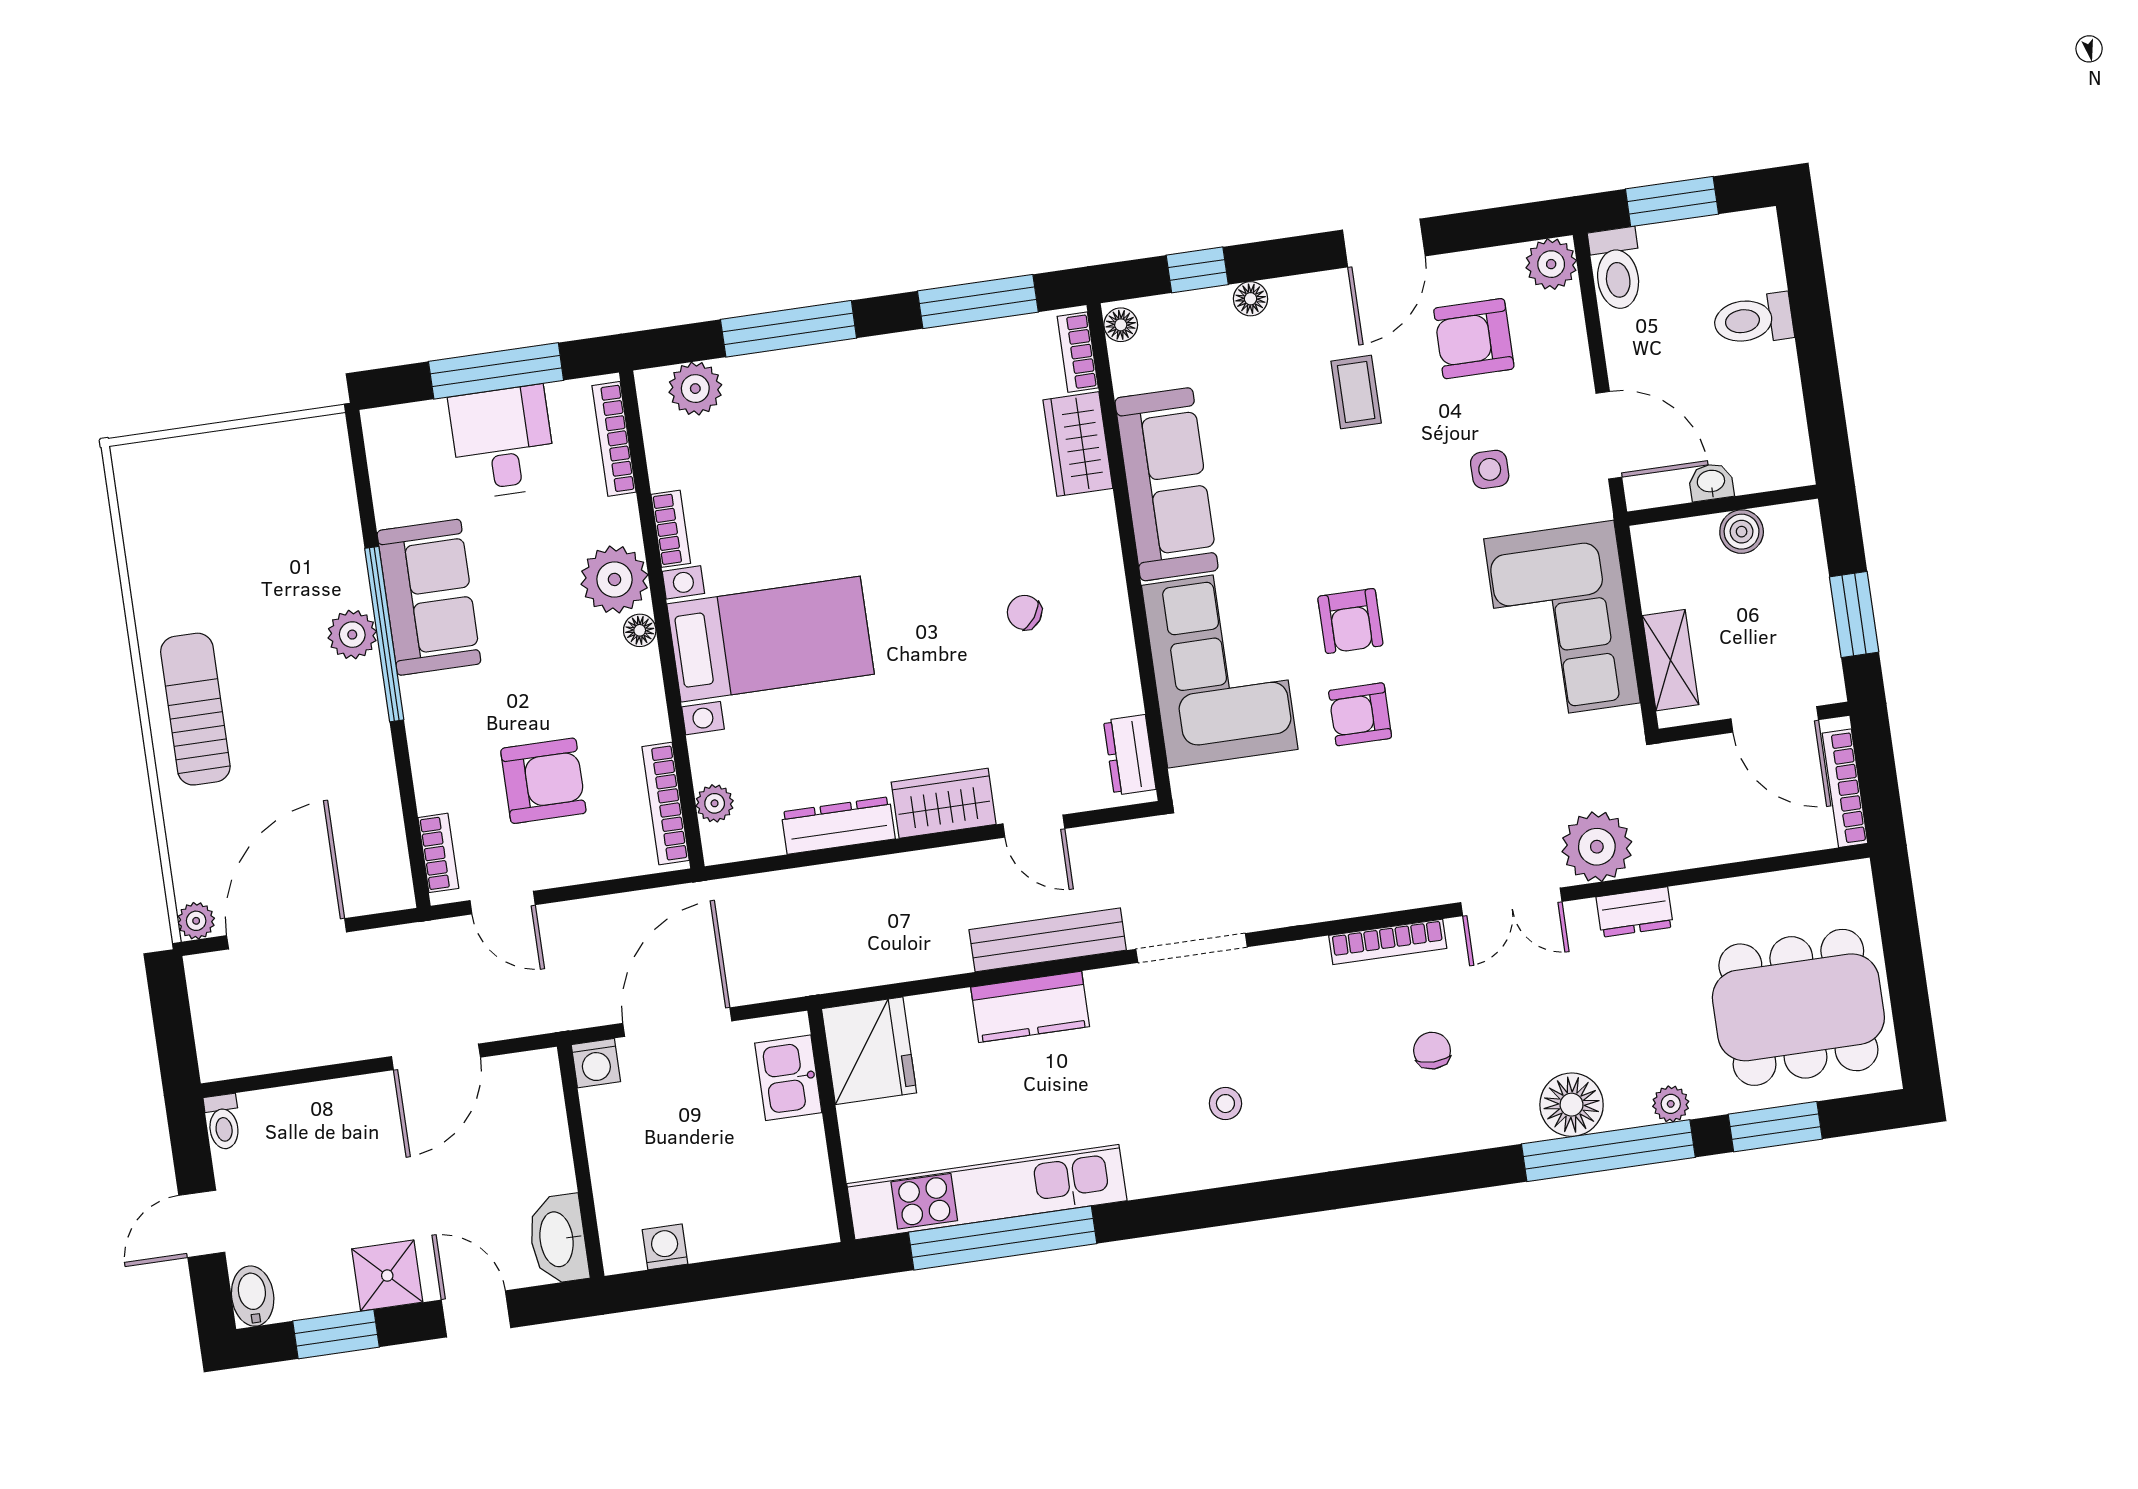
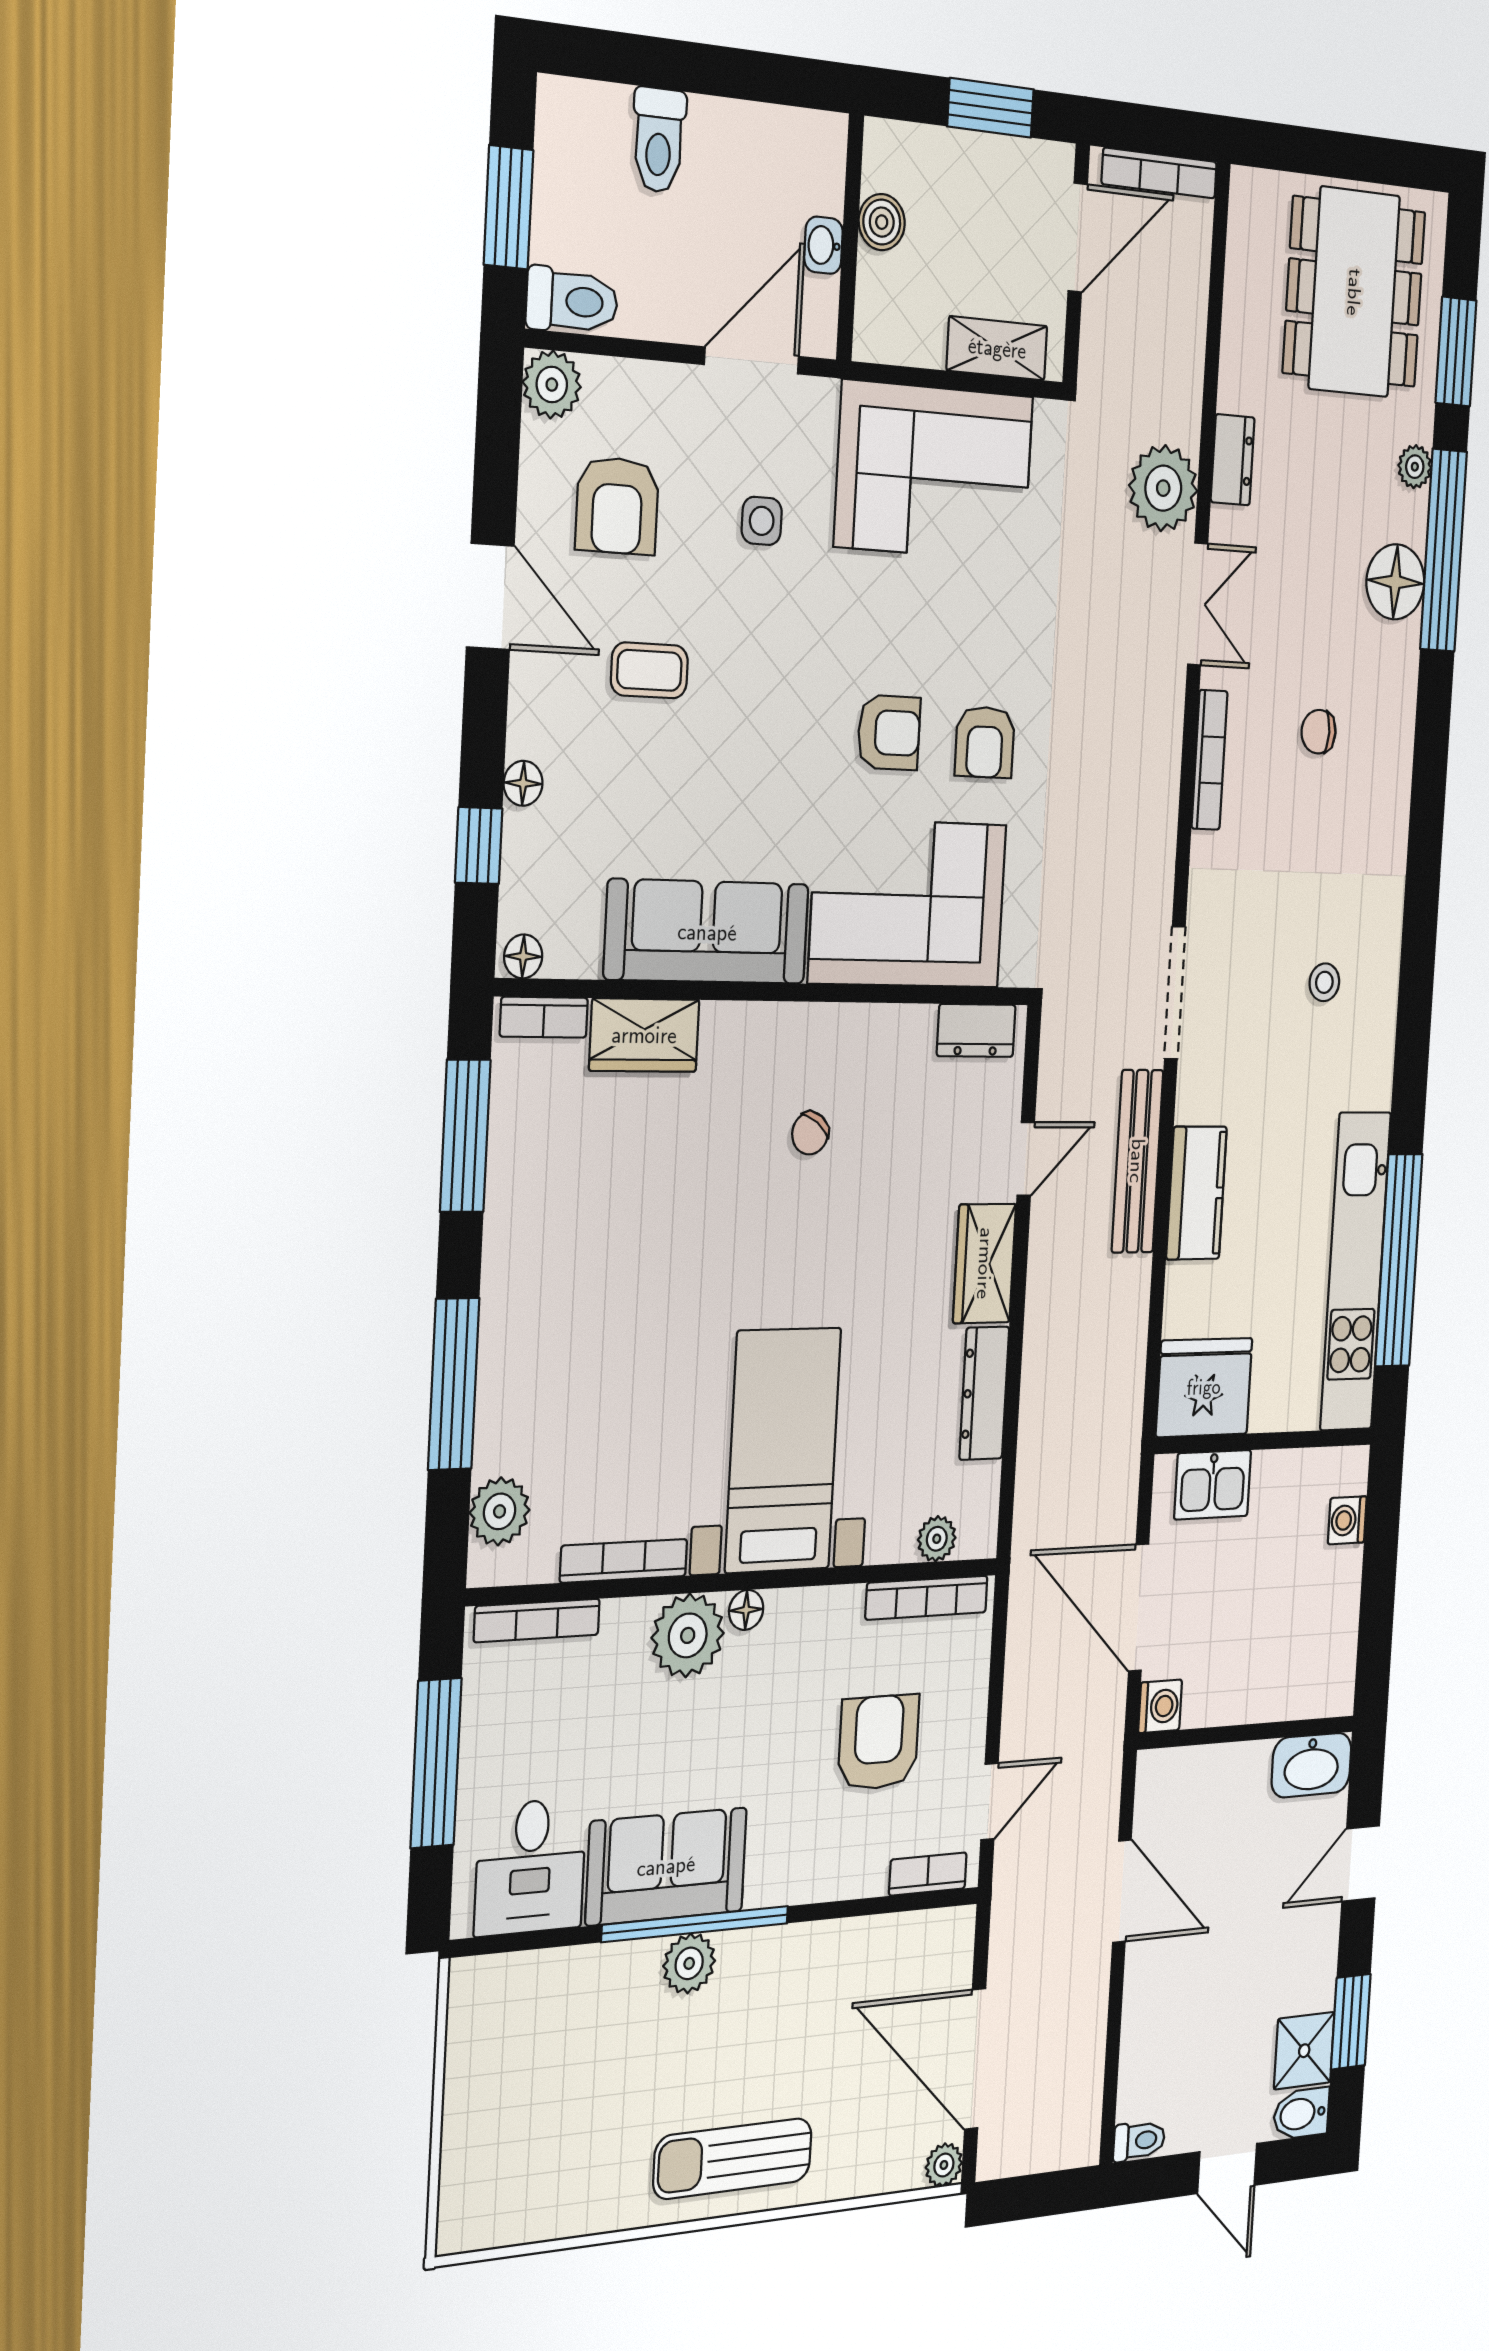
desk: (503, 442) -> (530, 1867), moved, turned -90
bookcase: (671, 529) -> (624, 1561), width x1.56
washing machine: (665, 1247) -> (1347, 1520), moved
shower: (387, 1276) -> (1304, 2051), moved

